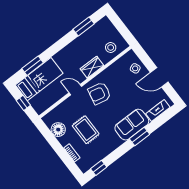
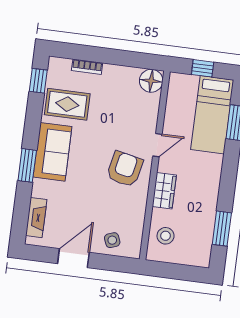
sofa: (132, 125) -> (53, 152), moved
floor lamp: (58, 130) -> (151, 81), moved
rug: (86, 130) -> (67, 104), moved

